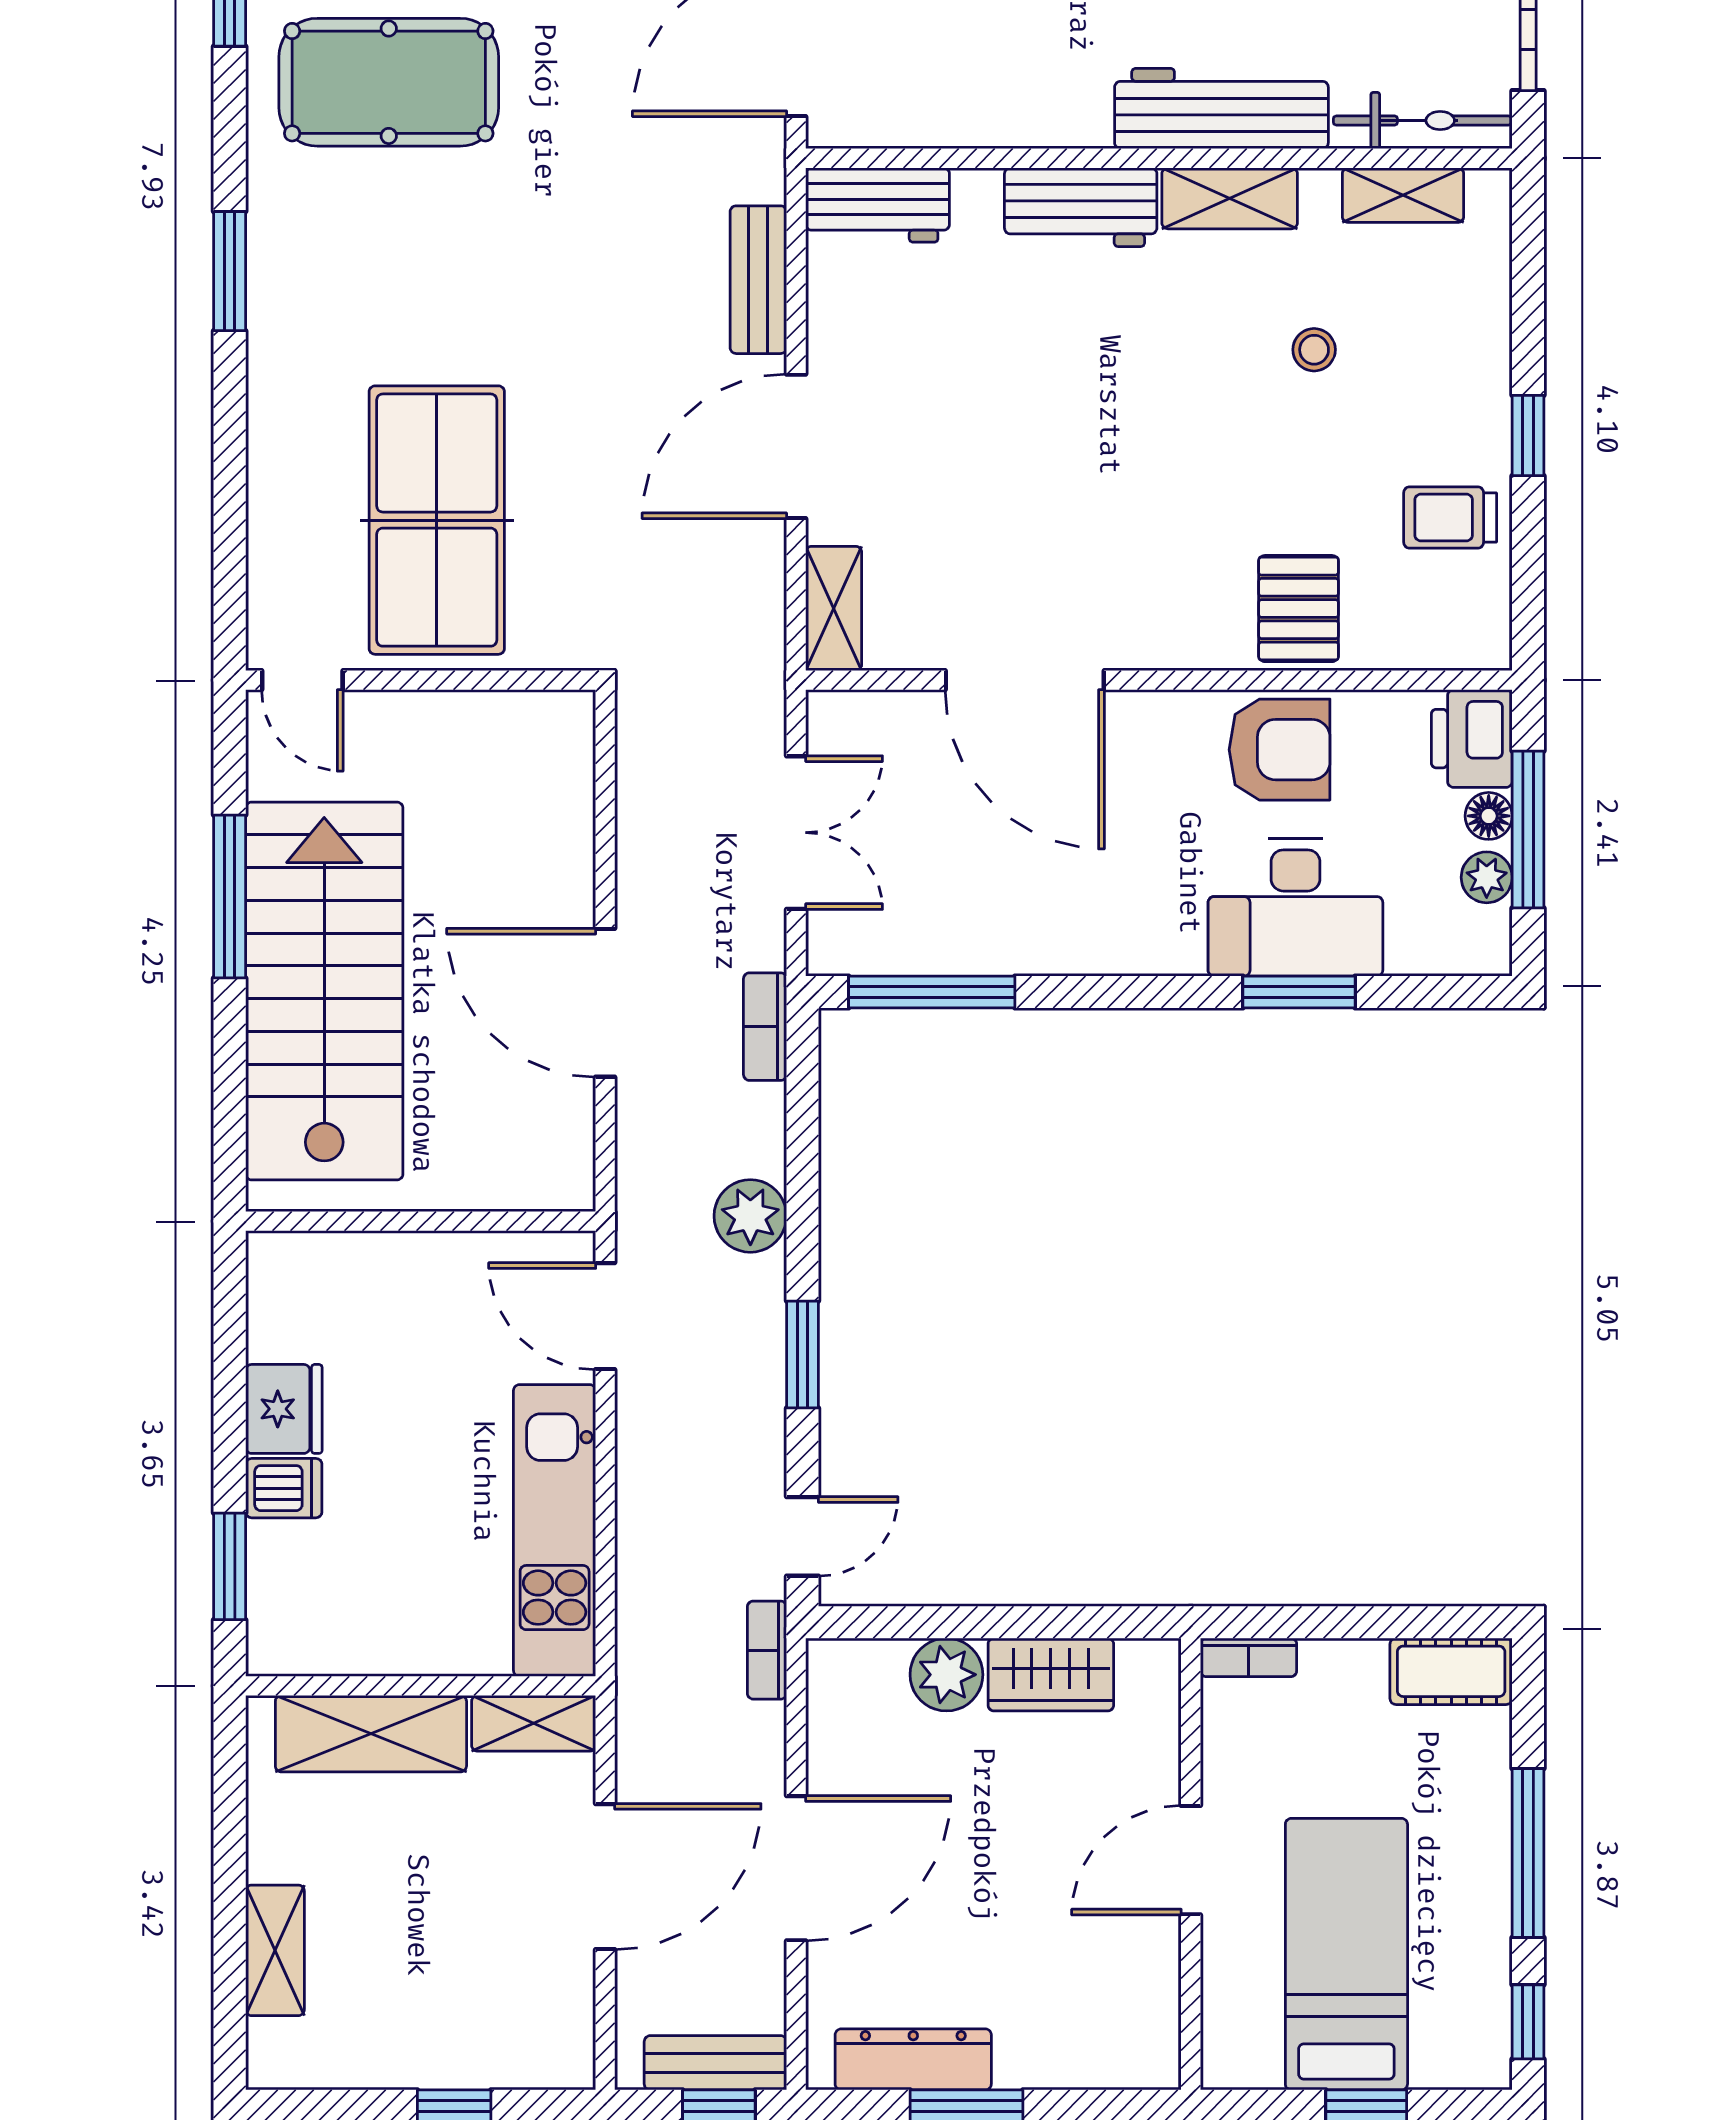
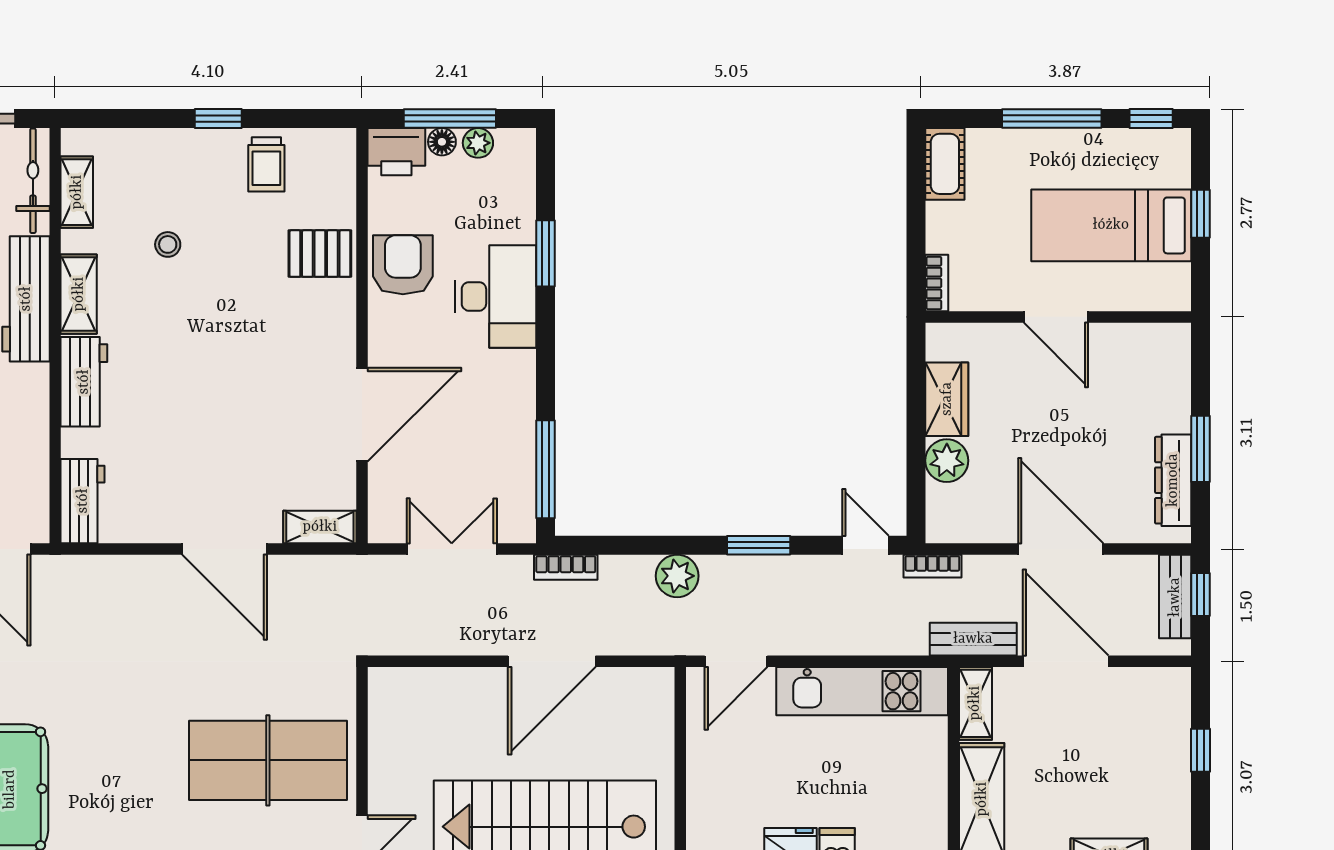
bench: (758, 280) -> (973, 639), moved
desk: (1295, 908) -> (496, 296), moved

